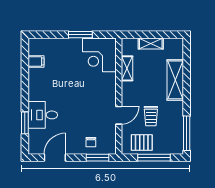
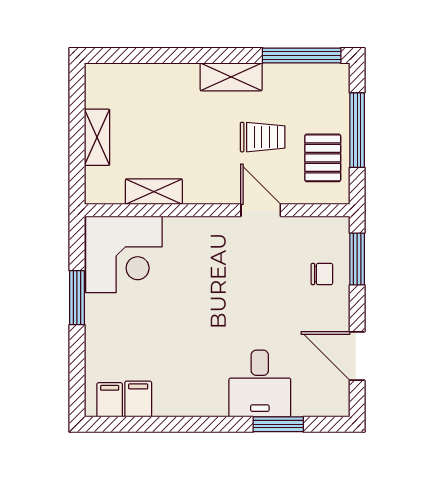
filing cabinet: (36, 49) -> (110, 400), added
shelving: (175, 80) -> (231, 77), moved, width x0.67, depth x0.75

